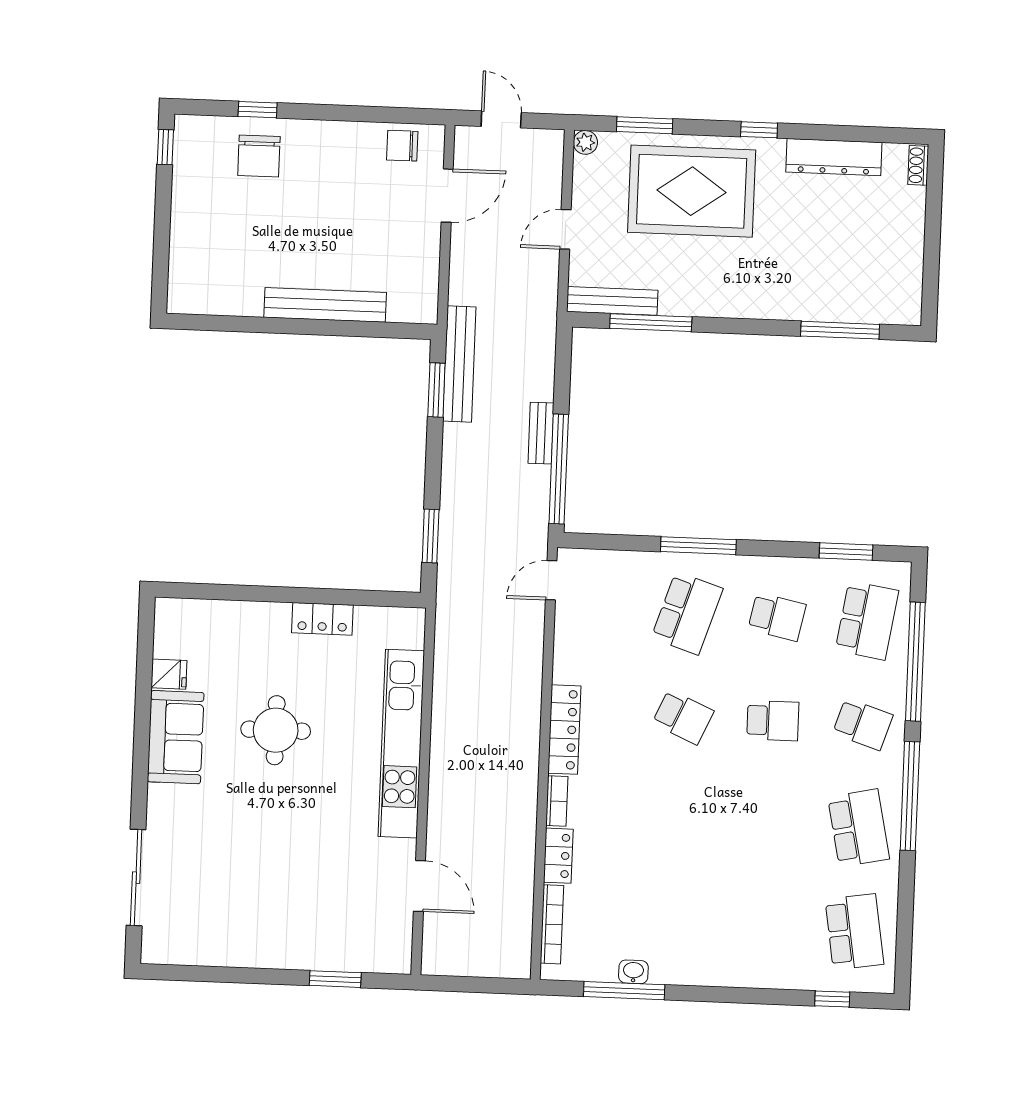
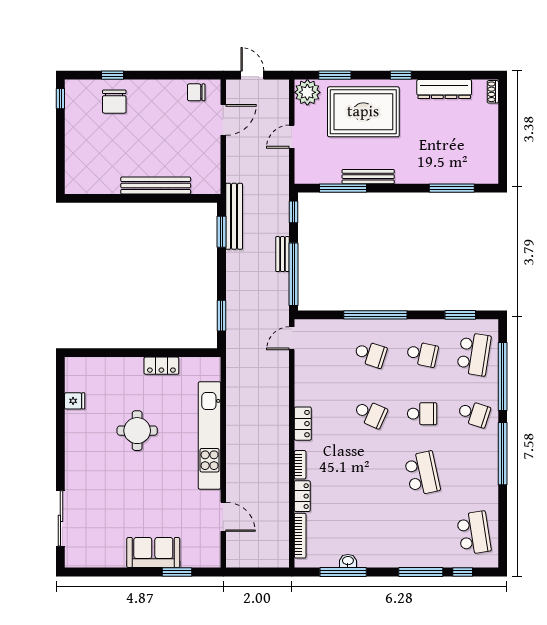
plant: (585, 142) -> (307, 92), width x1.88, depth x1.88
bench: (612, 301) -> (368, 177), moved
window: (563, 360) -> (293, 212), added
window: (698, 546) -> (375, 315), width x1.46
school desk: (687, 613) -> (370, 354), width x0.54
locker: (564, 730) -> (303, 424), width x0.66
sofa: (176, 737) -> (153, 553), moved, turned -90
school desk: (859, 828) -> (422, 473), moved
window: (759, 996) -> (421, 572), added

